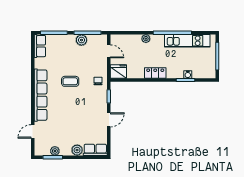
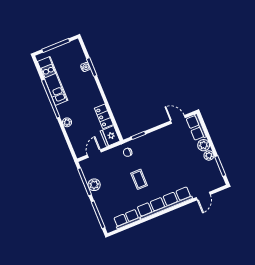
row of seats: (40, 46) -> (127, 219), moved
locker: (155, 73) -> (104, 116), moved
door: (109, 120) -> (178, 119), moved
door: (33, 131) -> (203, 196), hinge flipped
plant: (55, 151) -> (209, 156), moved

